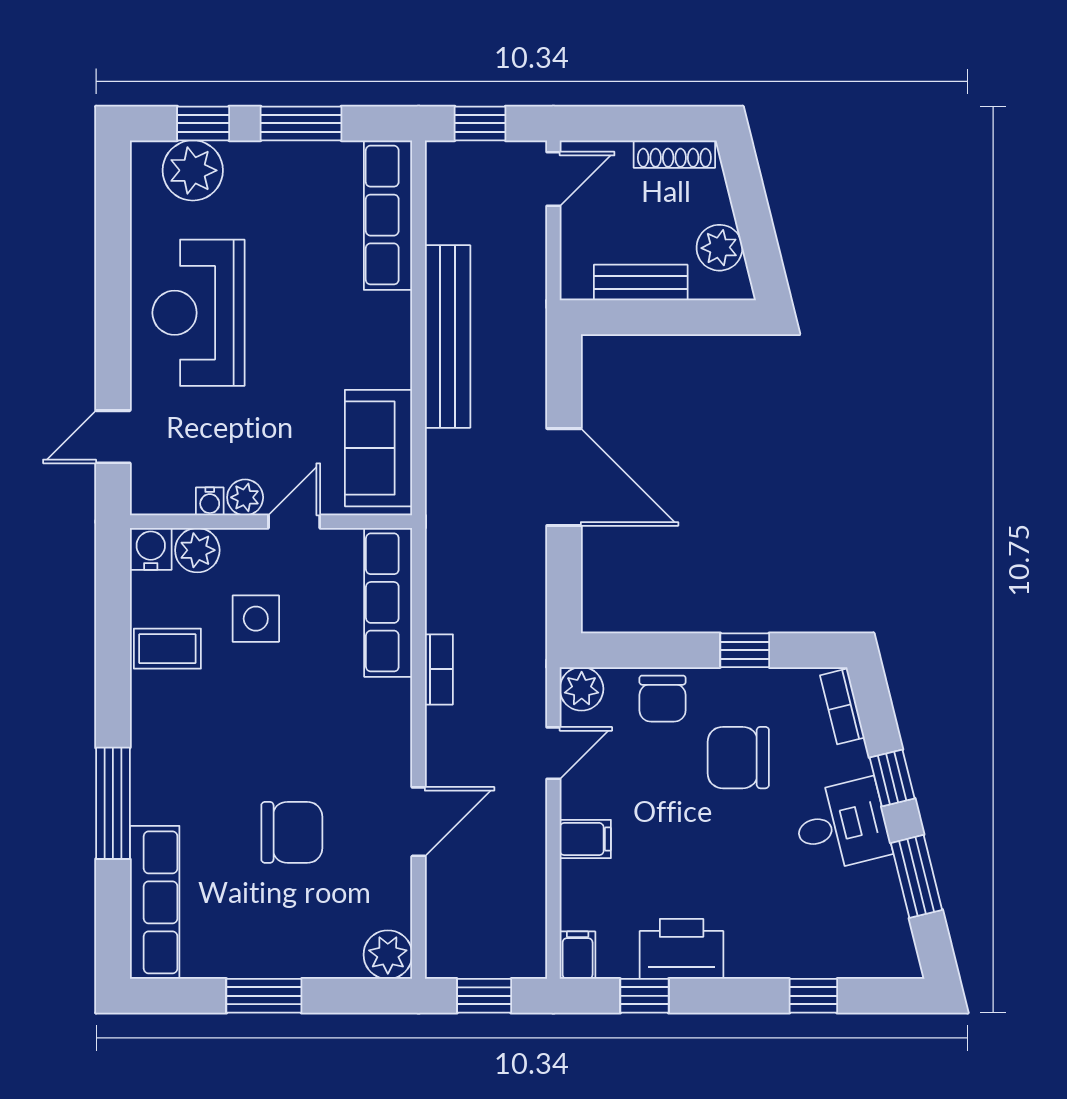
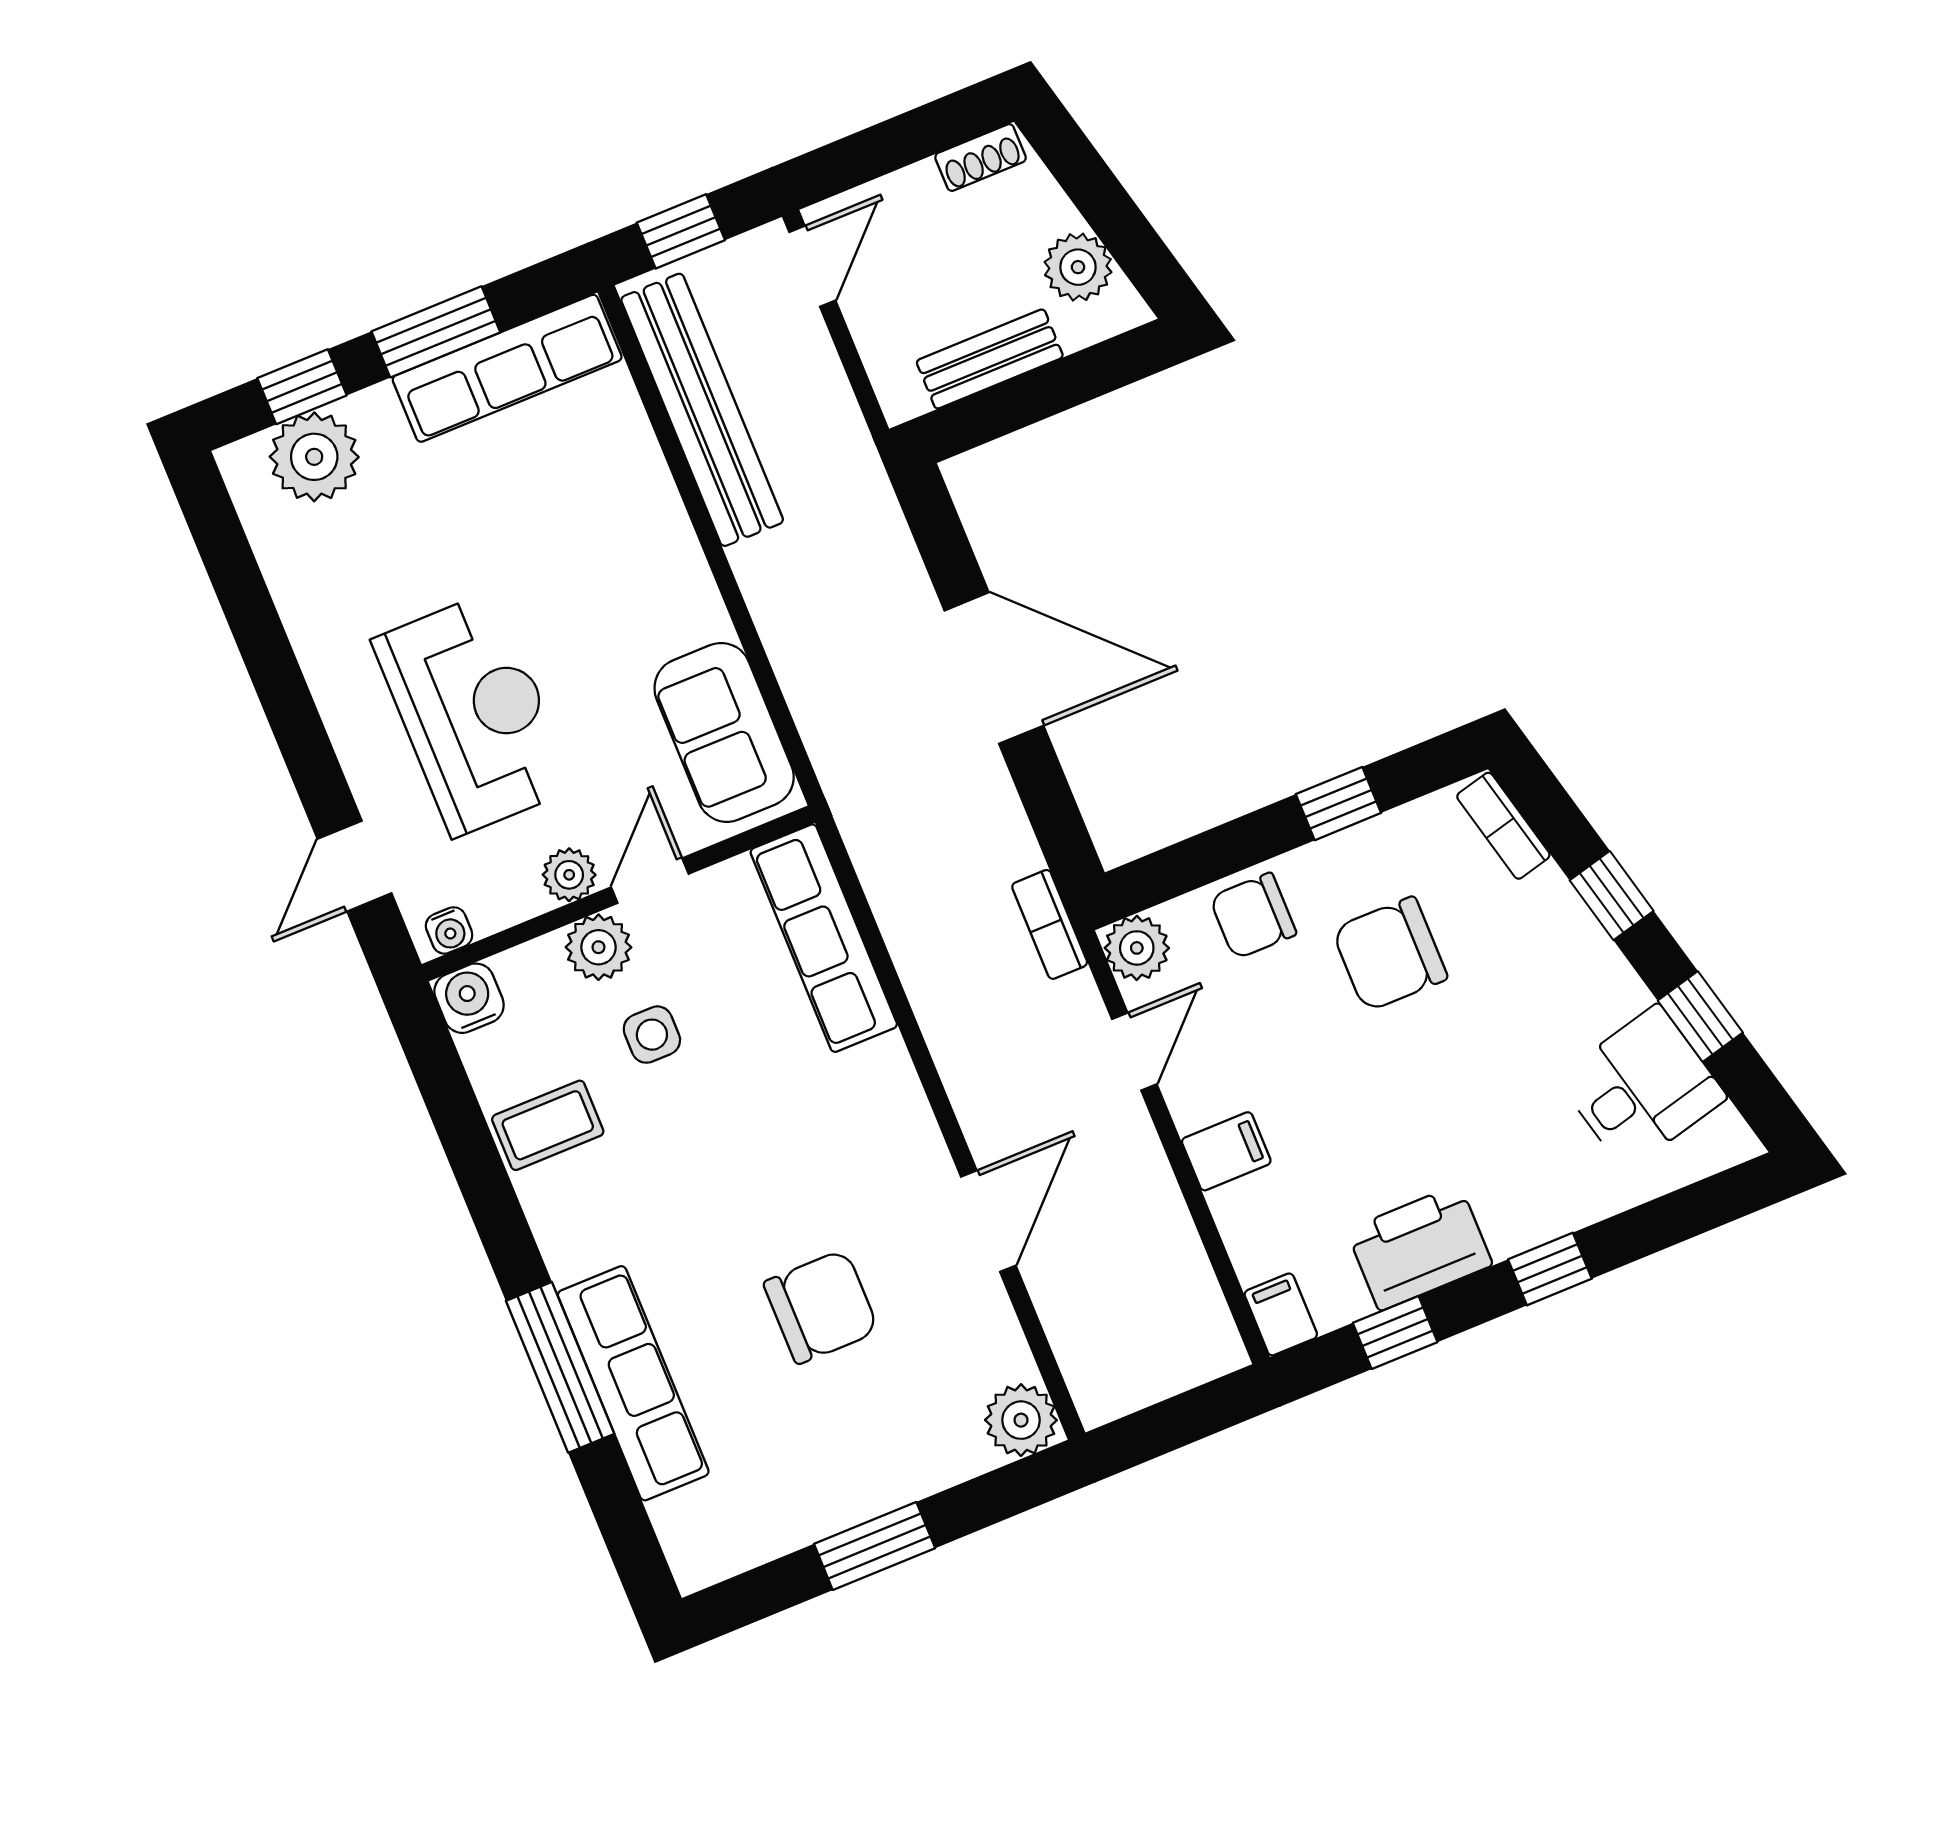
shoe rack: (674, 154) -> (981, 158), width x0.70
row of seats: (388, 215) -> (507, 368), moved, turned -90
reception desk: (199, 313) -> (474, 714), moved, turned 180
bench: (448, 337) -> (702, 410), moved
water cooler: (210, 501) -> (449, 930), moved
plant: (197, 550) -> (598, 947), moved
side table: (256, 619) -> (652, 1035), width x0.73, depth x0.73
bookcase: (439, 669) -> (1050, 924), moved, turned 180
chair: (663, 699) -> (1253, 916), turned 90
desk: (842, 825) -> (1642, 1088), moved
window: (917, 876) -> (1700, 1017), width x0.67
row of seats: (155, 902) -> (633, 1383), moved
window: (484, 996) -> (1176, 1423), removed
window: (813, 996) -> (1550, 1269), moved

